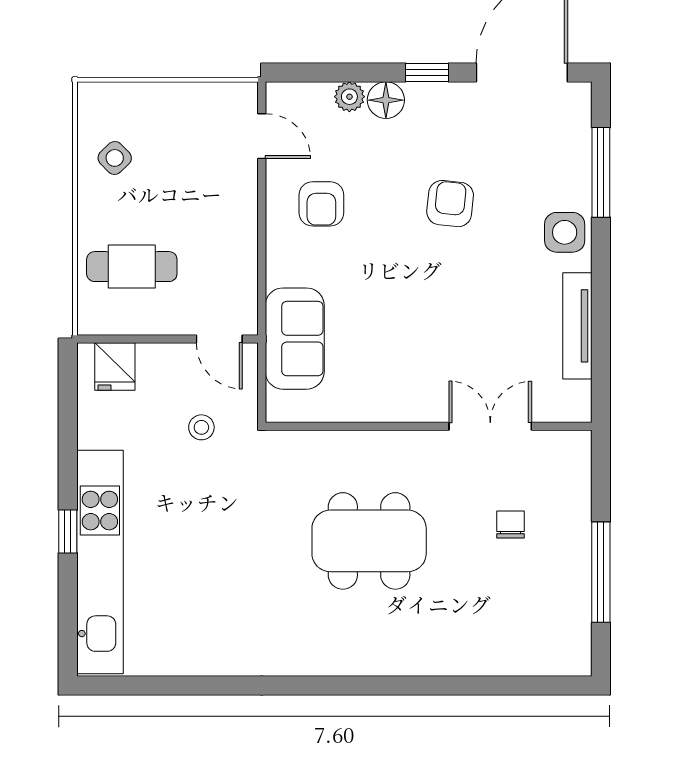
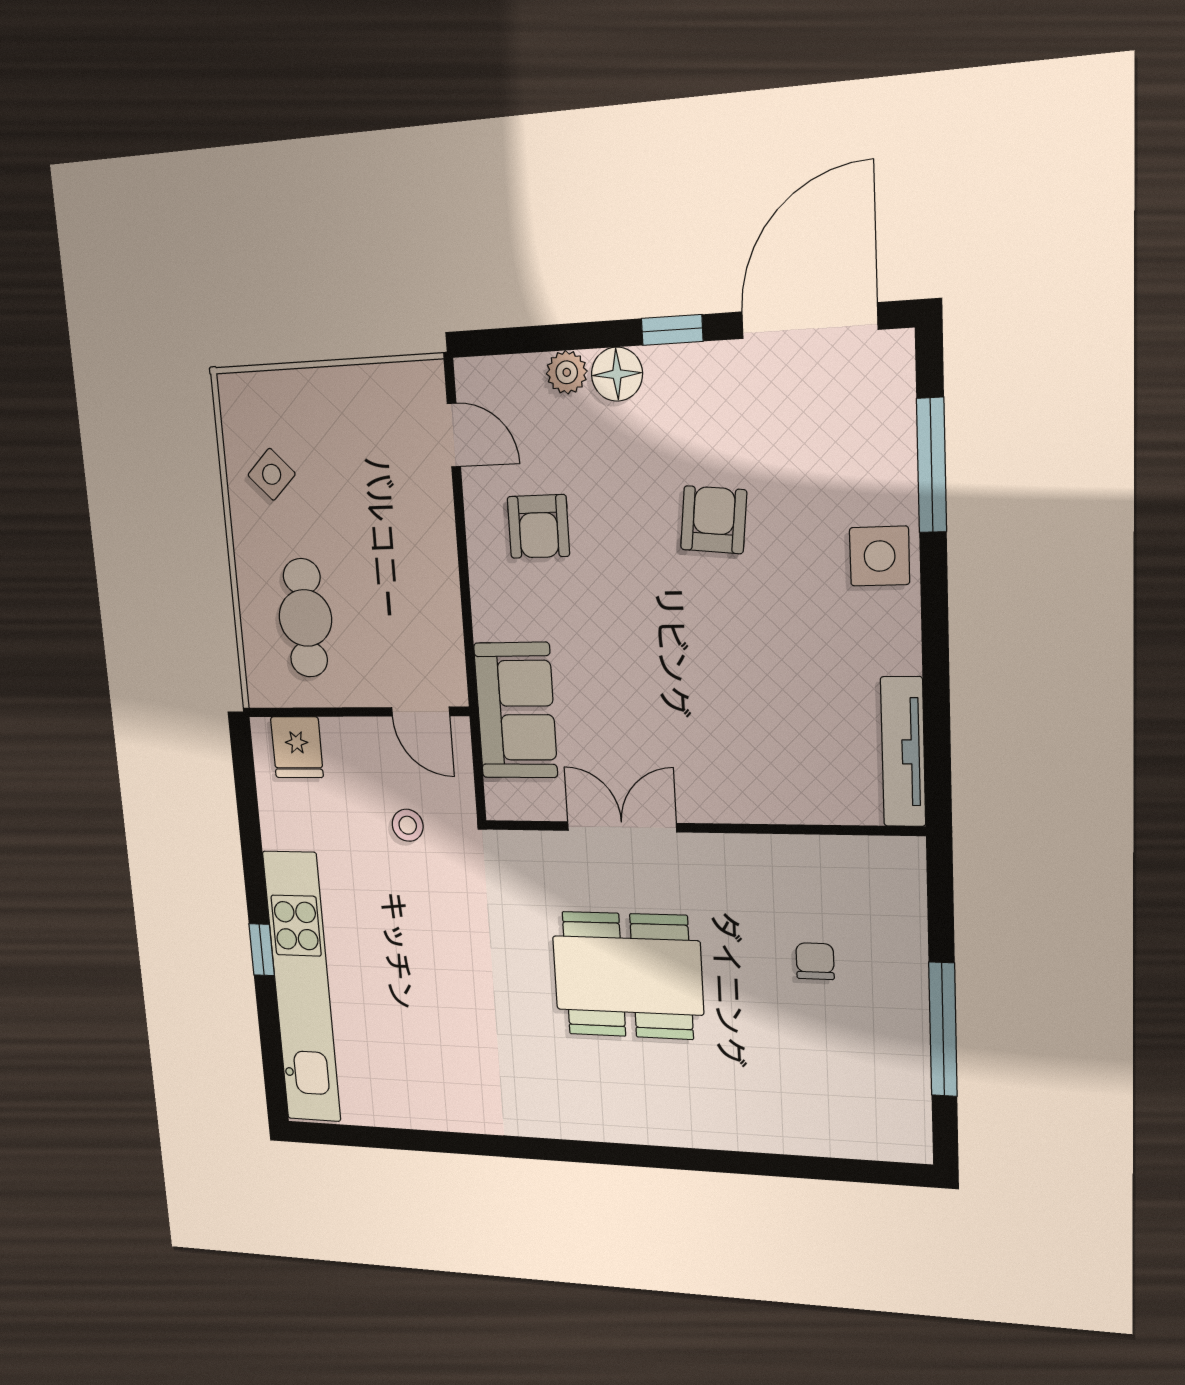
cafe table: (132, 267) -> (305, 618), turned 90
tv unit: (577, 326) -> (903, 752), moved
double door: (490, 426) -> (622, 827), moved

